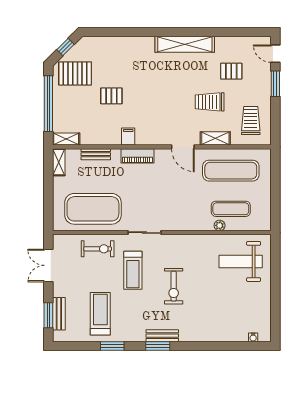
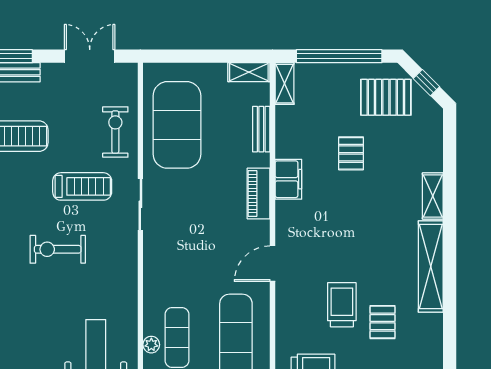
pallet: (231, 71) -> (383, 322), moved
pallet: (75, 73) -> (386, 97), turned 90
filing cabinet: (128, 137) -> (288, 179), width x2.00
shelving: (215, 138) -> (433, 196), moved
plant: (220, 225) -> (151, 345), moved
exercise bike: (98, 249) -> (115, 132), turned 180
treadmill: (133, 270) -> (82, 186), turned 180

